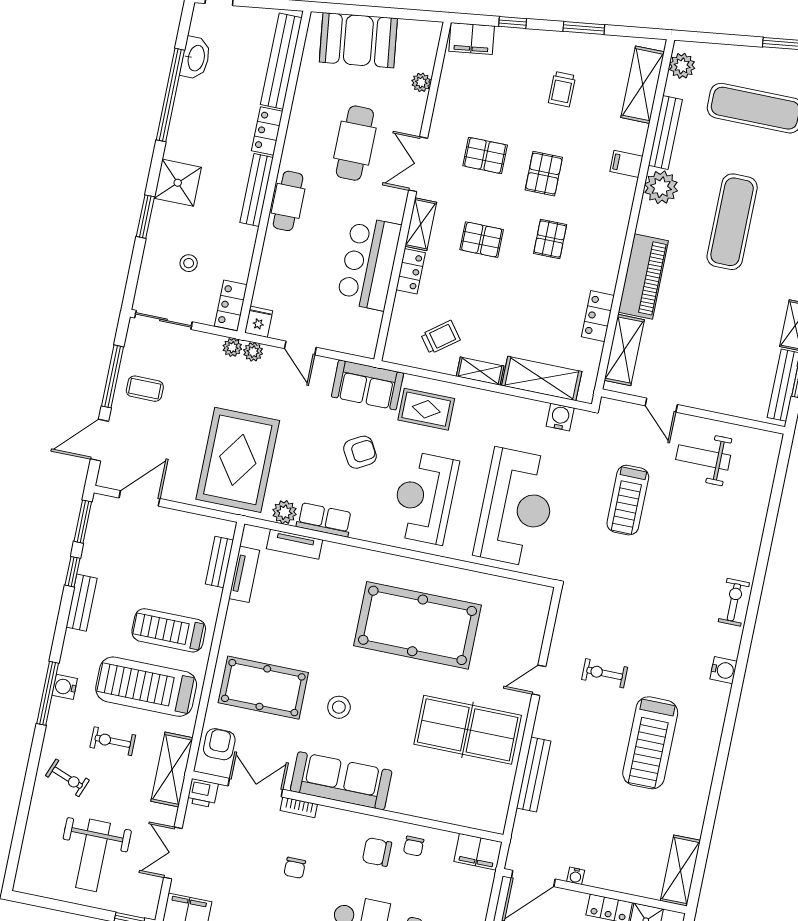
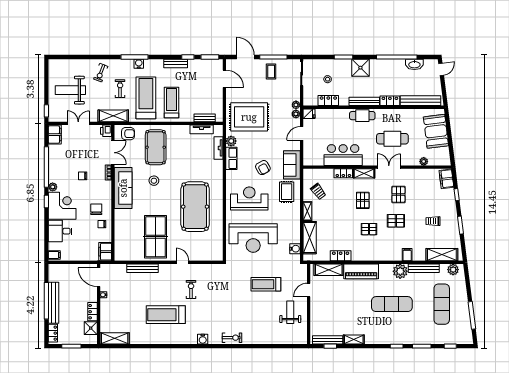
locker: (231, 305) -> (328, 101), moved

